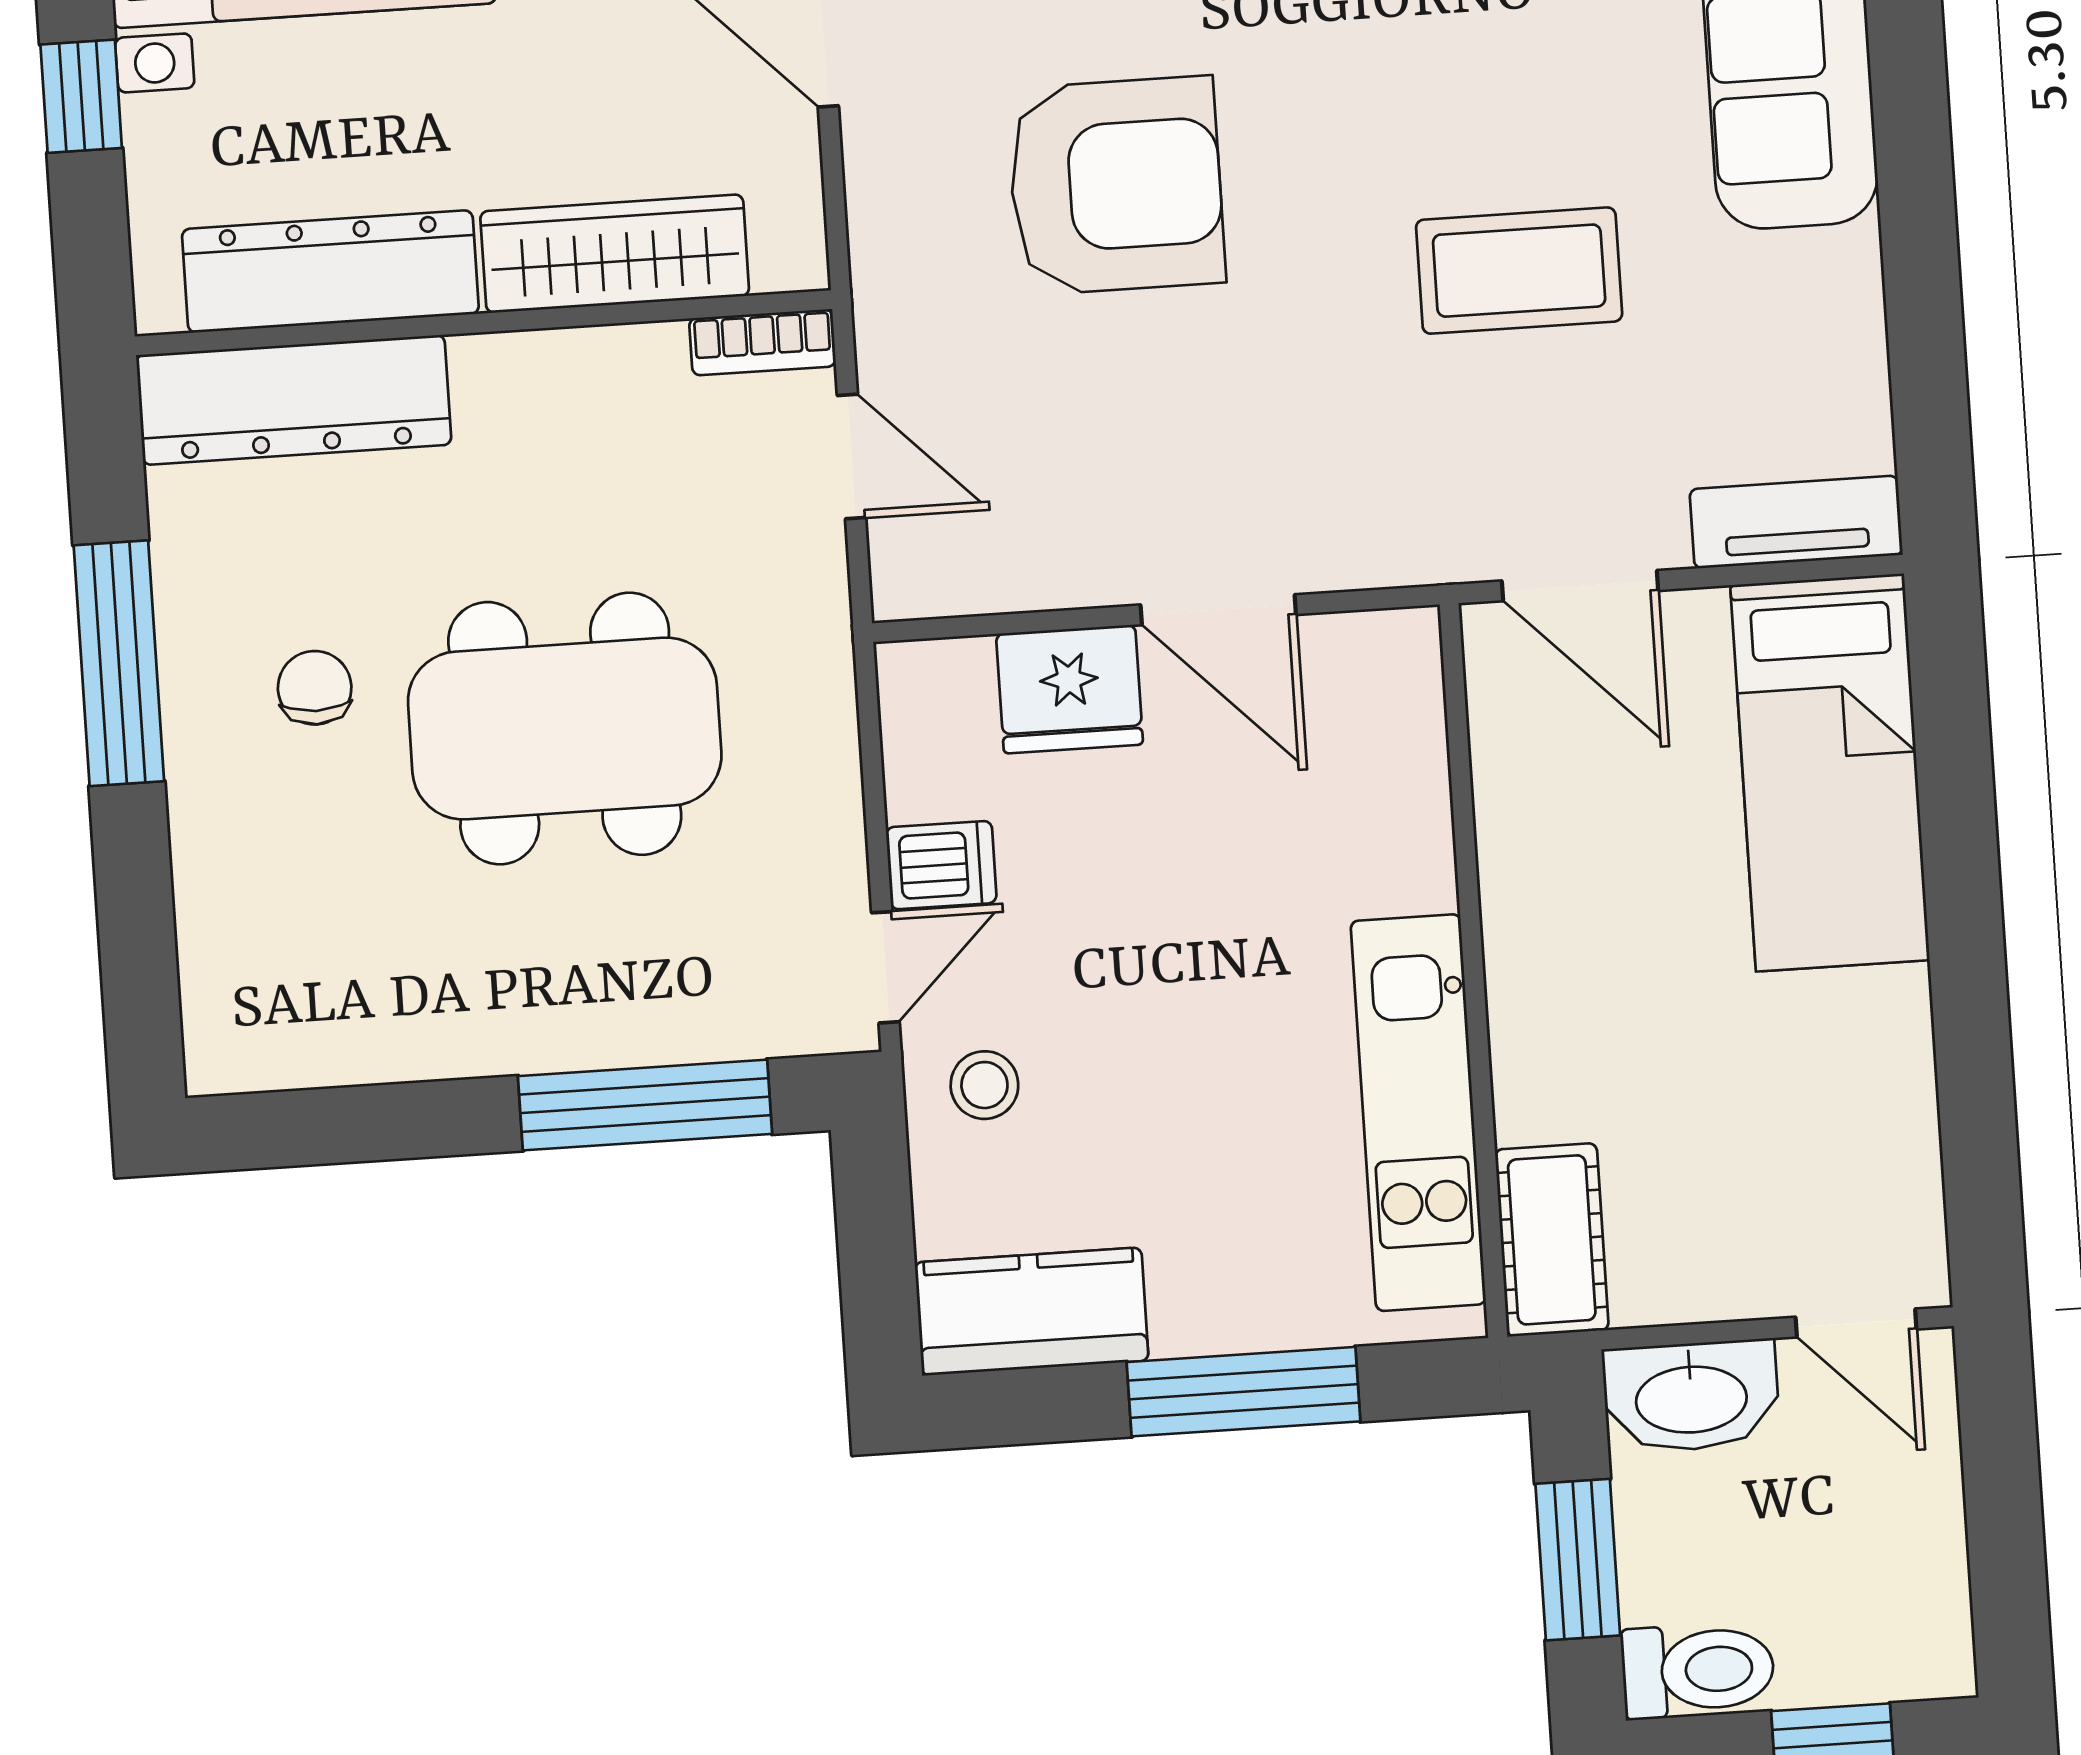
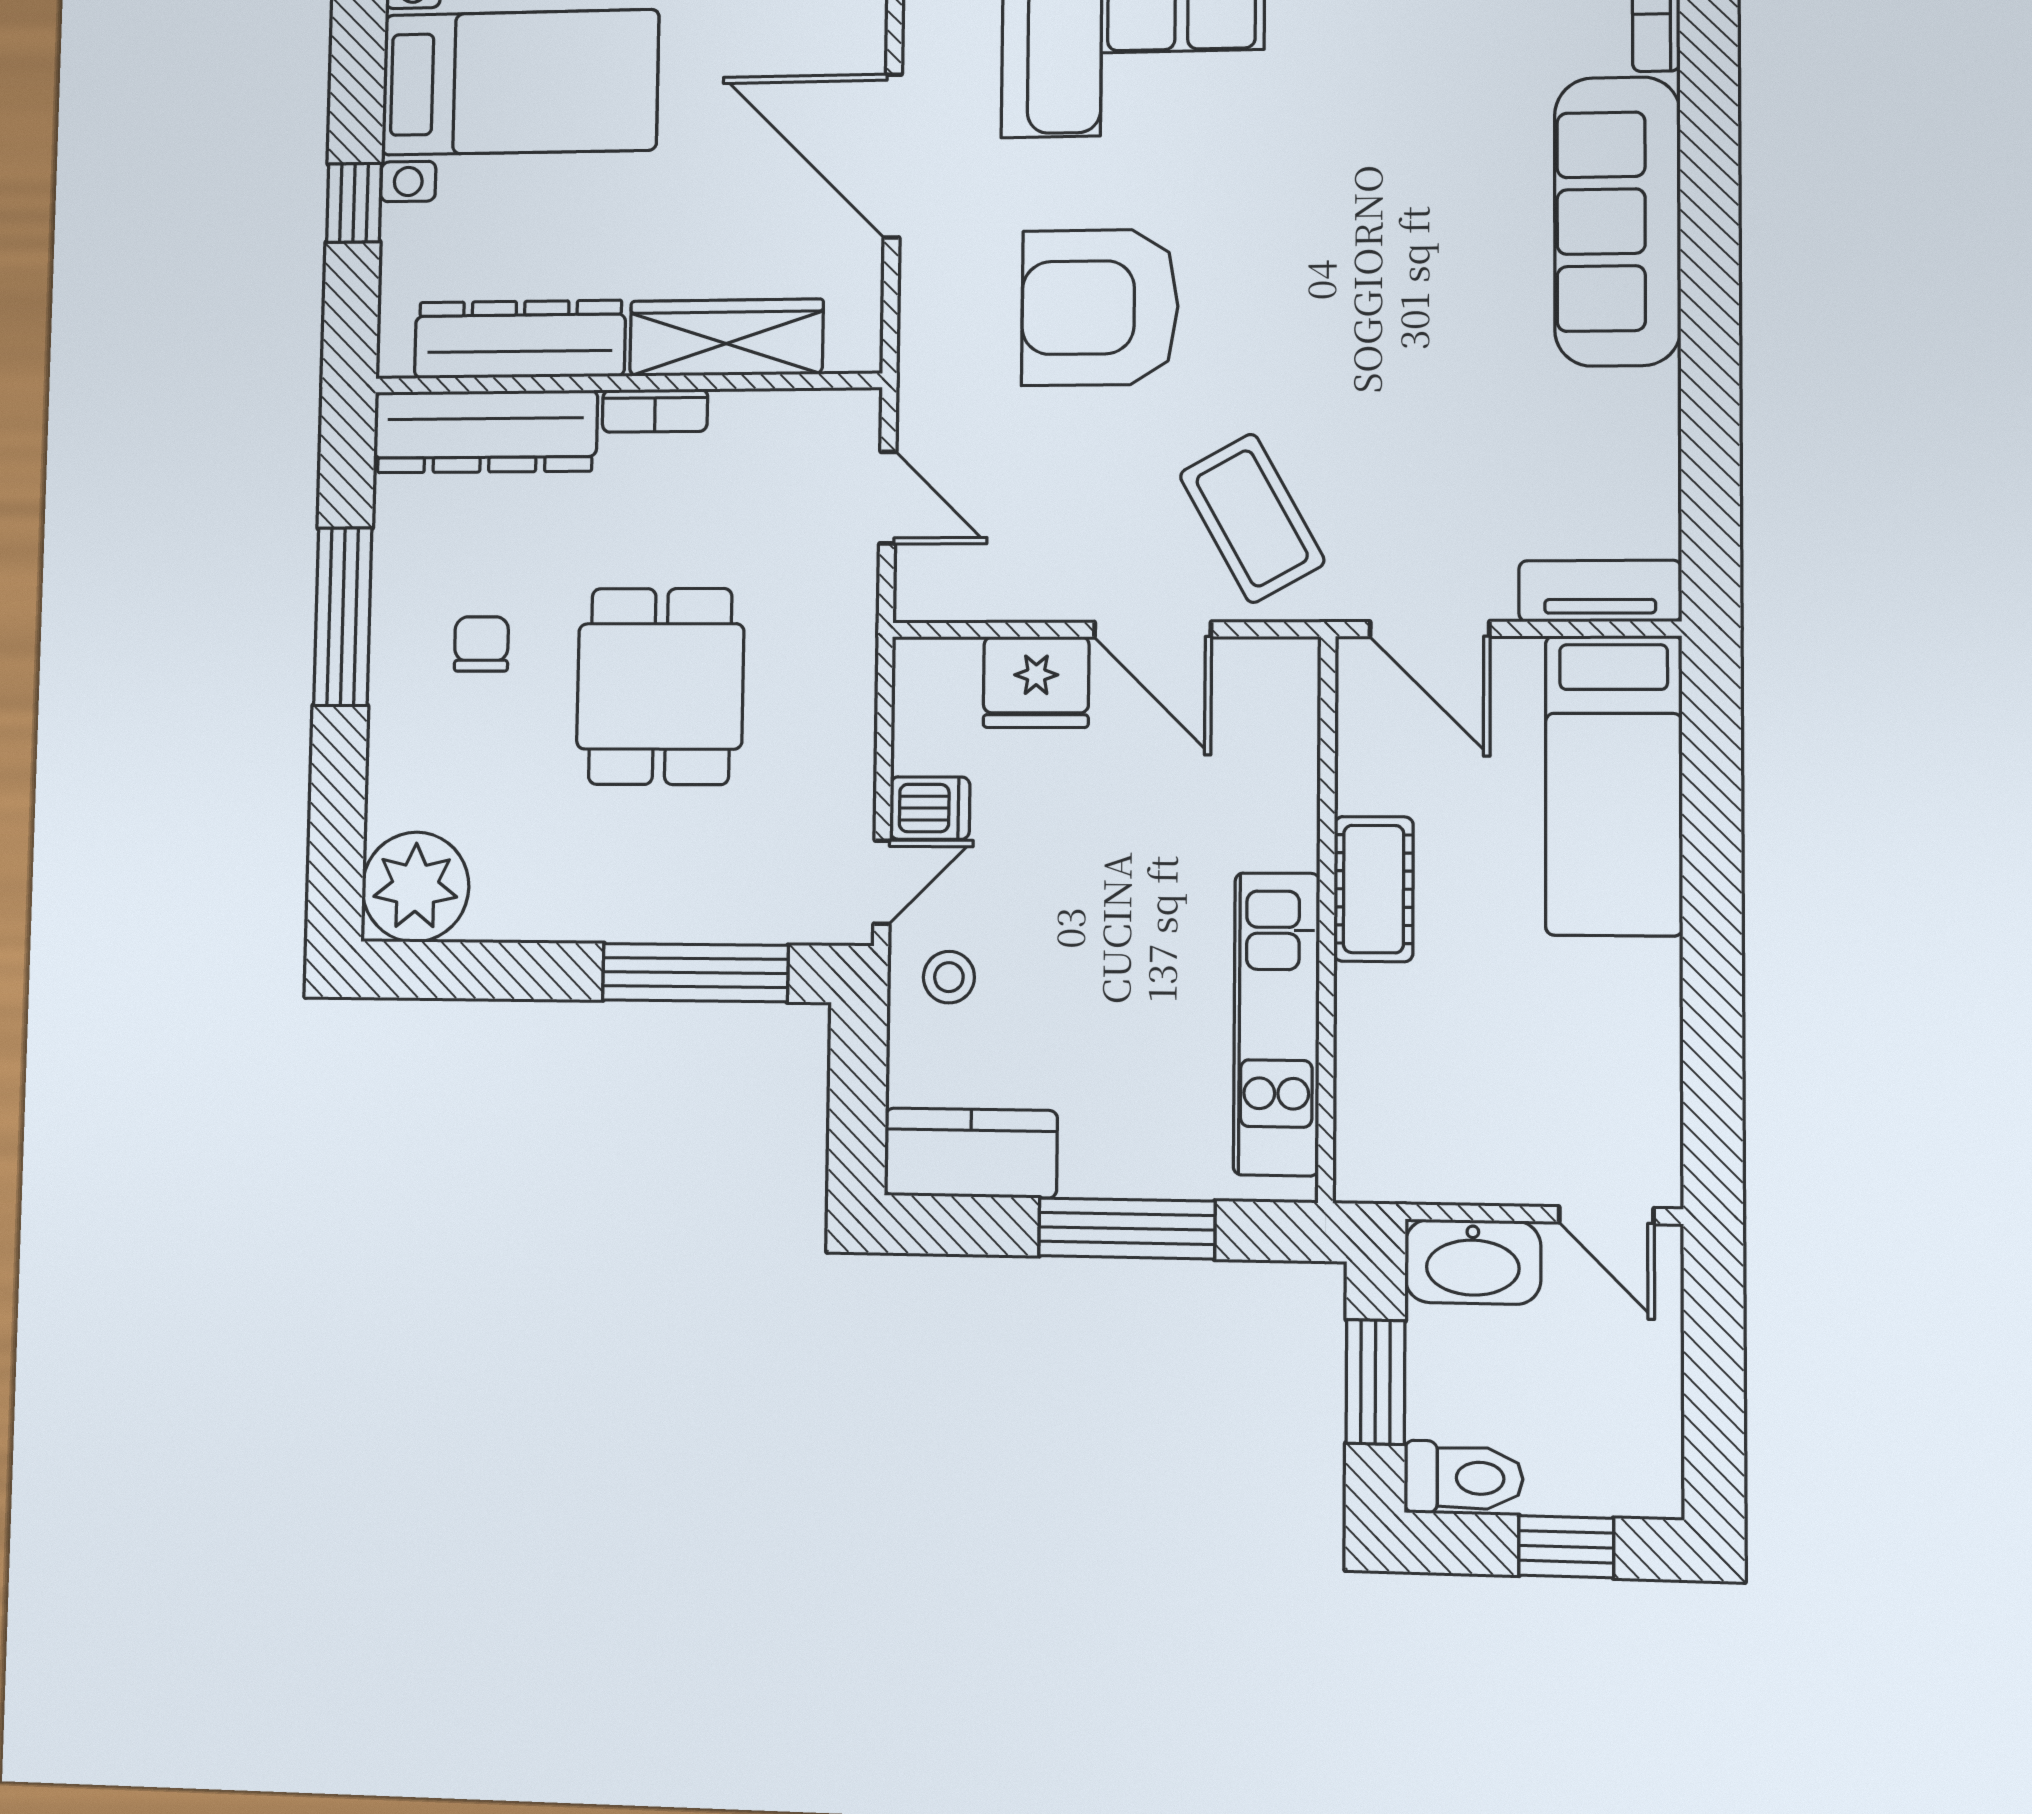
armchair: (1116, 186) -> (1100, 307), turned 180
coffee table: (1519, 271) -> (1252, 518), moved, turned 61
bookcase: (763, 342) -> (655, 411), moved
dining table: (565, 728) -> (660, 686), width x0.73
plant: (254, 1020) -> (415, 887), added
cot: (1552, 1240) -> (1374, 889), moved

